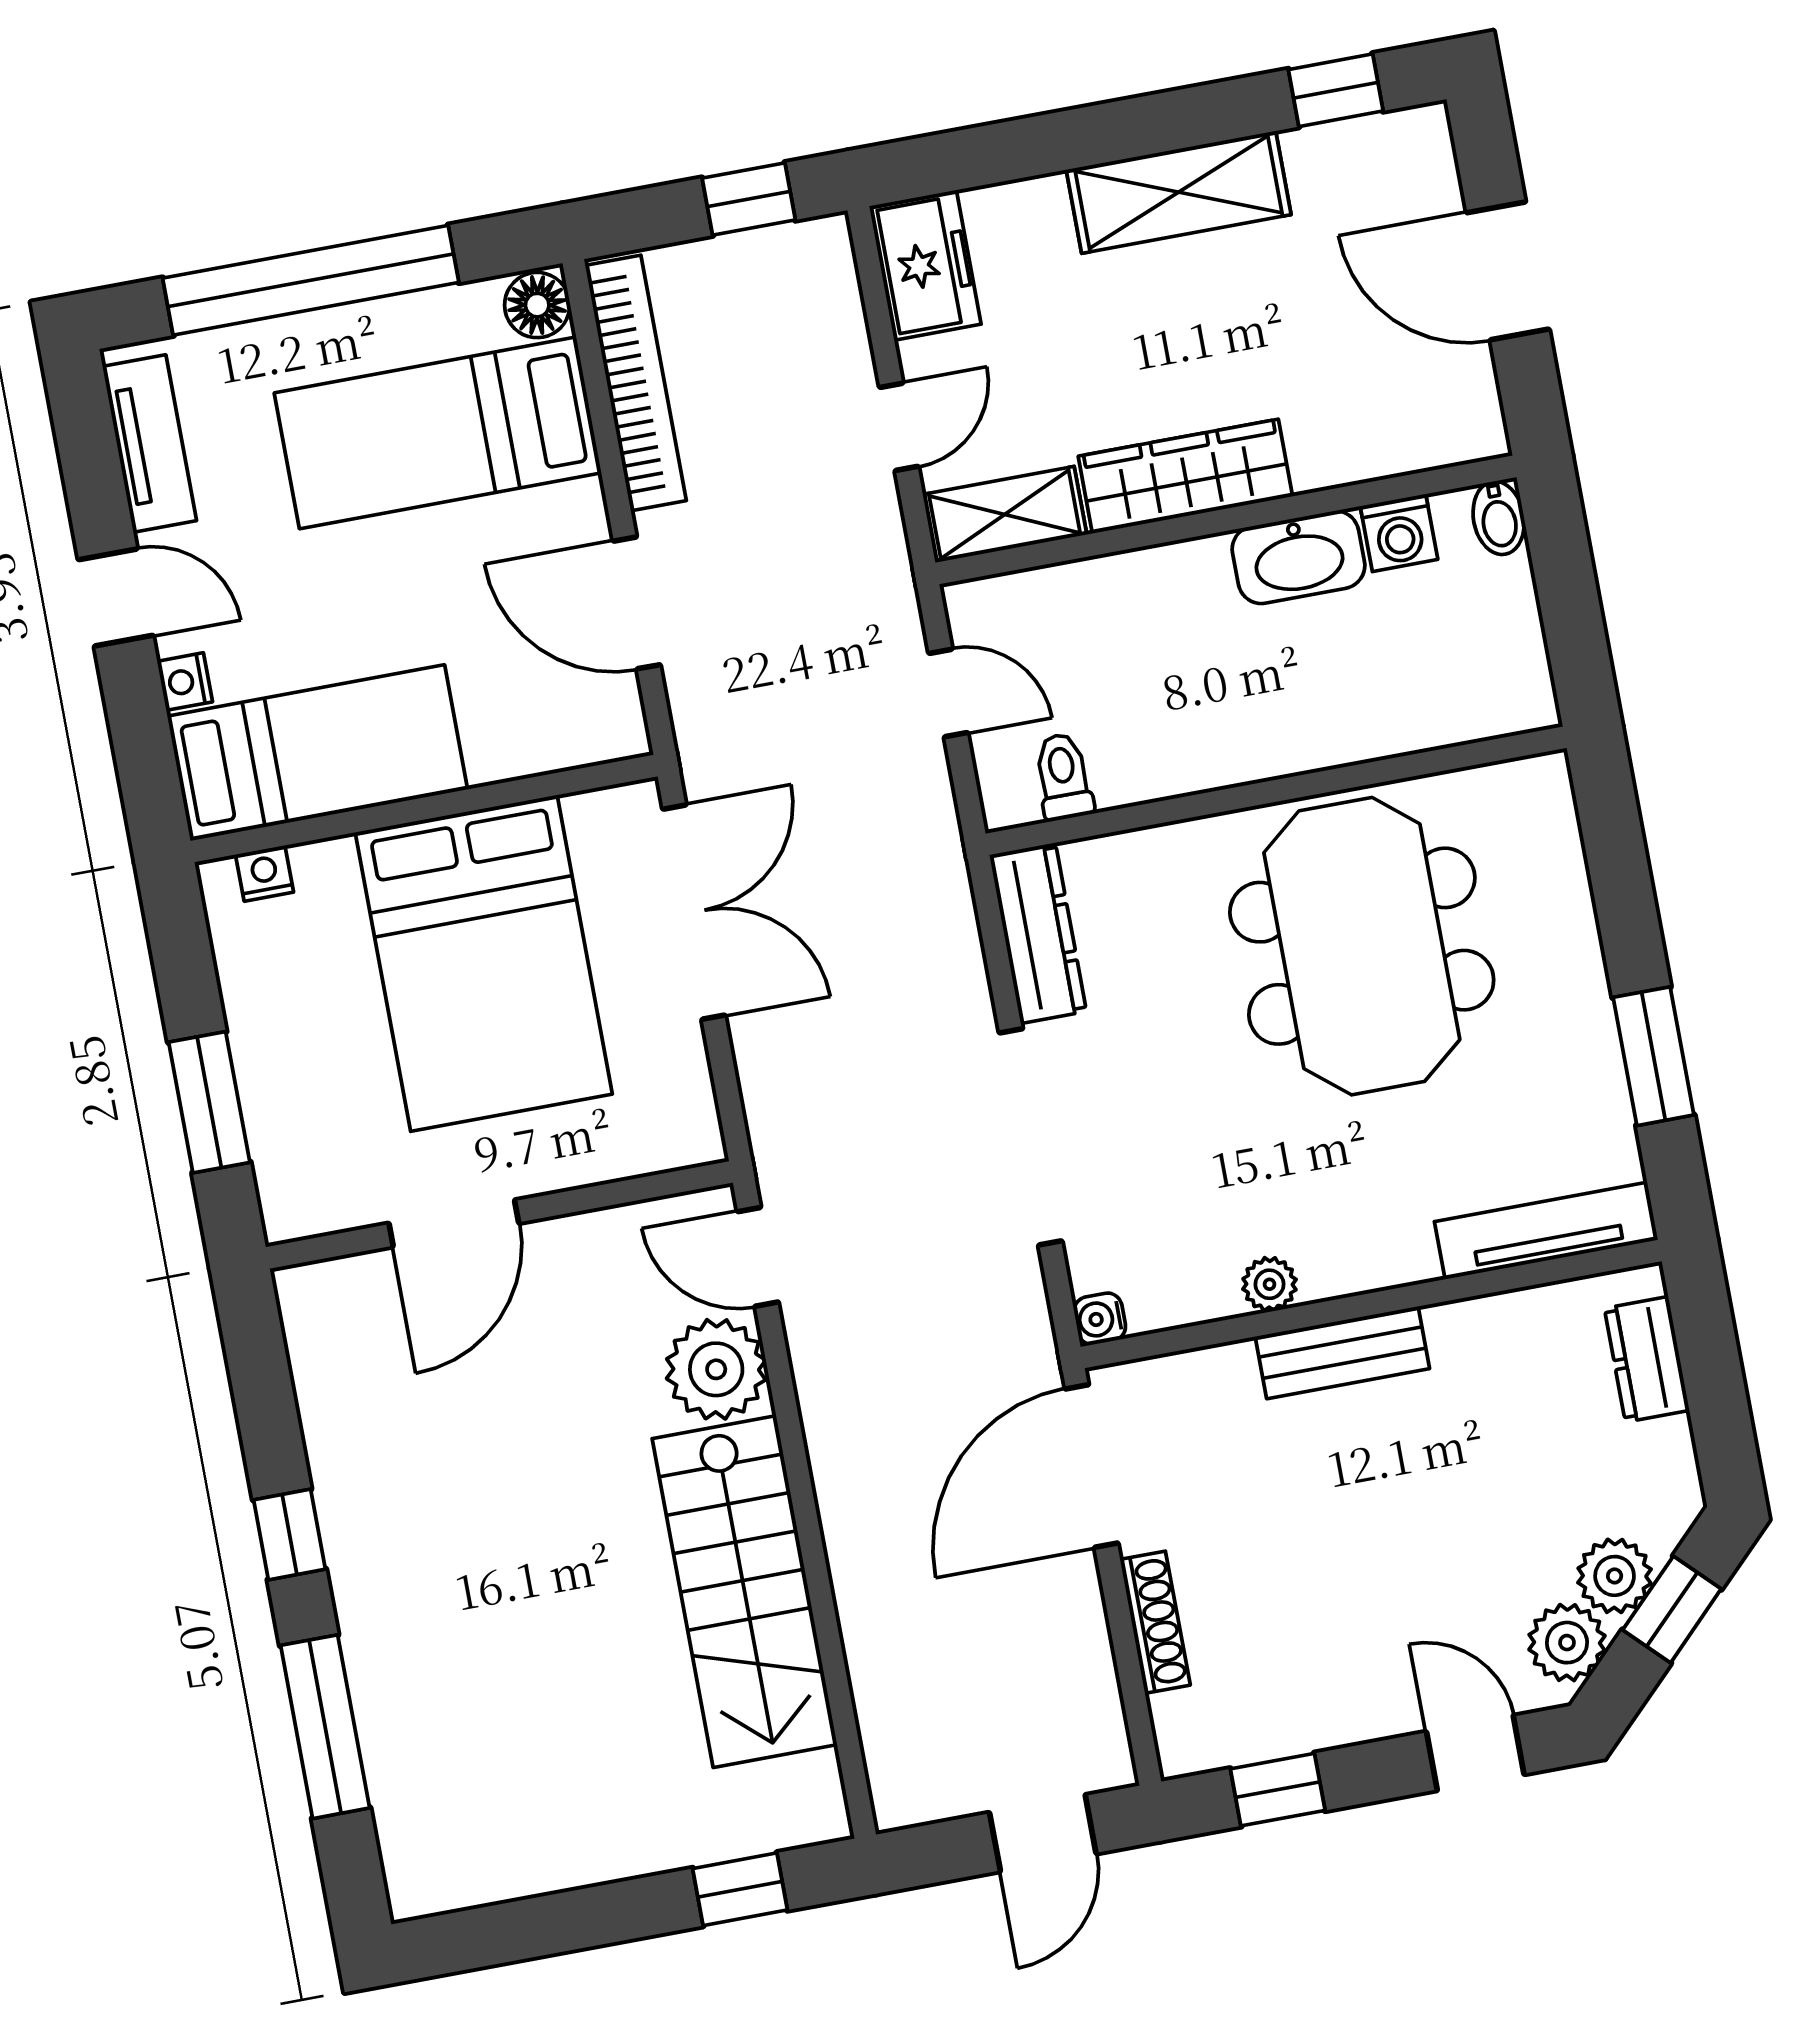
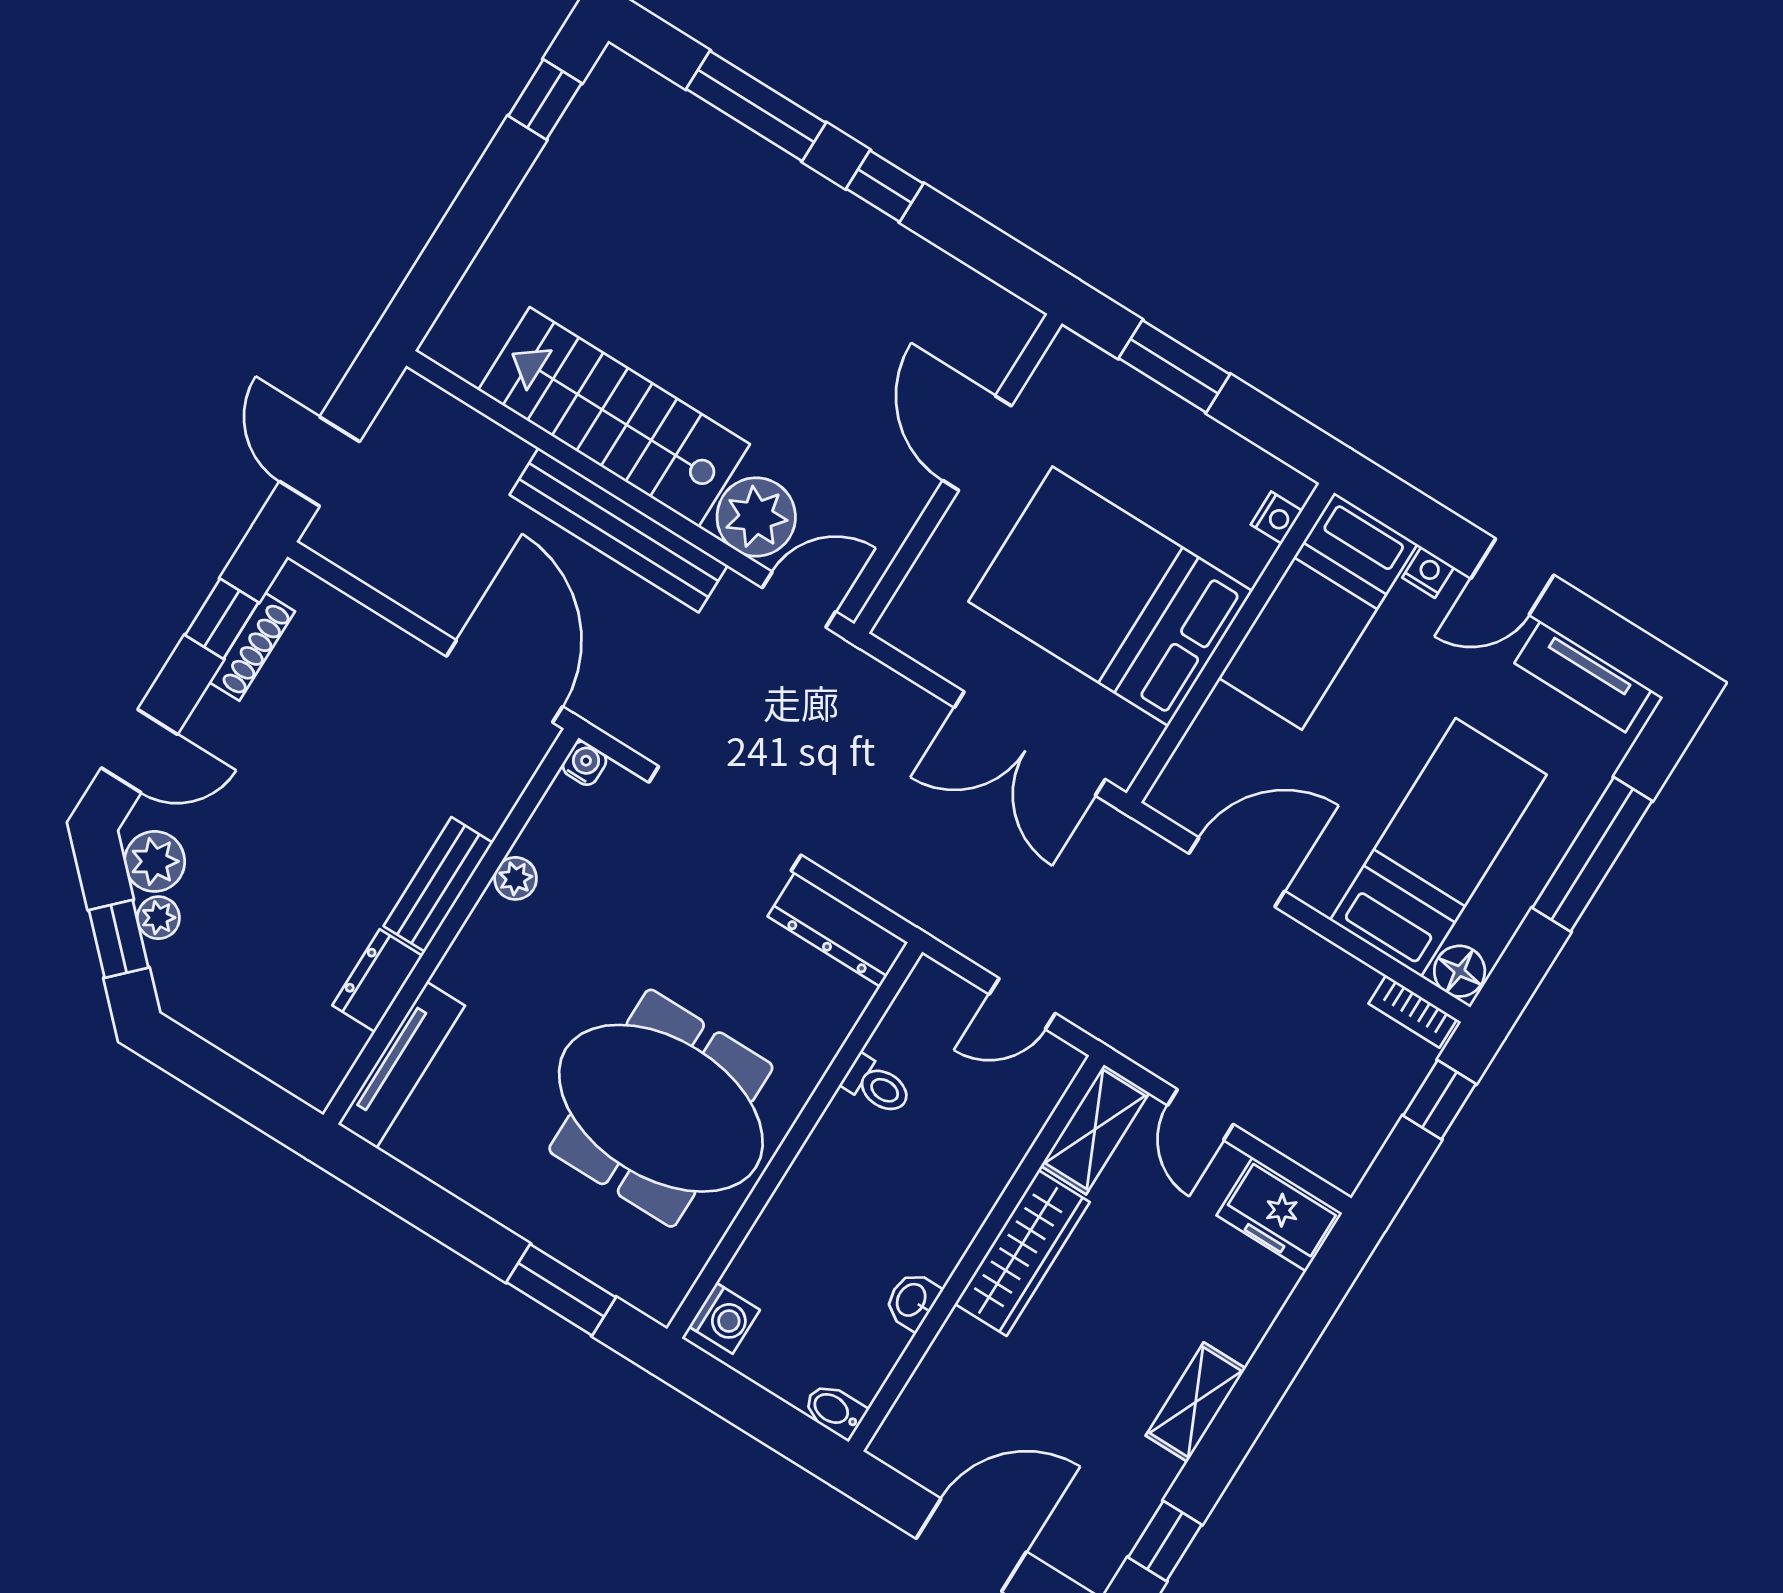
shelving: (1179, 192) -> (1196, 1402), width x0.67, depth x0.75
window: (749, 199) -> (1439, 1100), moved
window: (311, 280) -> (1592, 854), width x0.68
bookcase: (636, 383) -> (1413, 1011), width x0.43, depth x0.76
washing machine: (1399, 533) -> (724, 1318), moved, turned 180
washbasin: (1299, 557) -> (912, 1300), width x0.52, depth x0.69
toilet: (1063, 777) -> (877, 1085), moved
window: (1653, 1056) -> (561, 1290), moved
dresser: (1647, 1359) -> (377, 981), moved, turned -90
bench: (848, 1489) -> (619, 530), added
plant: (1615, 1576) -> (158, 918), width x0.73, depth x0.73
shoe rack: (1155, 1622) -> (252, 647), moved, turned -90
window: (740, 1889) -> (545, 99), moved

